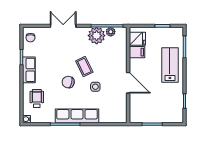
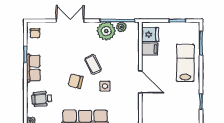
wheelchair: (37, 98) -> (42, 99), turned -95

